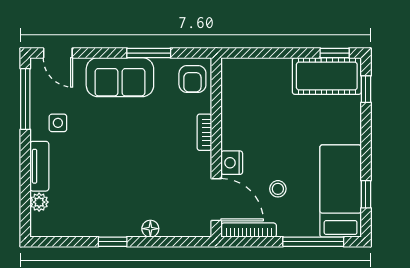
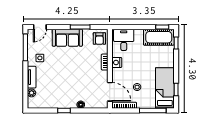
door: (58, 53) -> (40, 27), hinge flipped
desk: (248, 82) -> (124, 40), added
nightstand: (232, 163) -> (117, 62), moved

